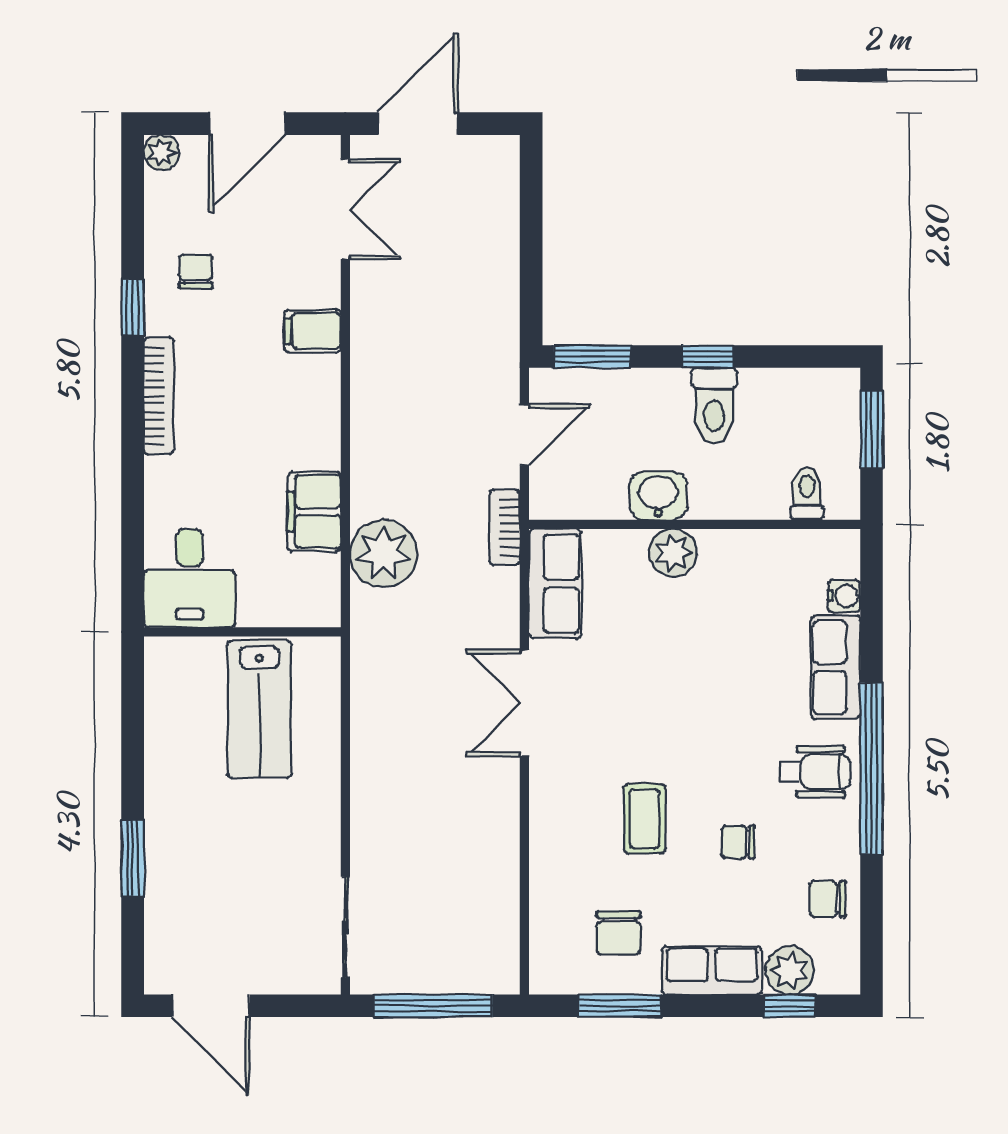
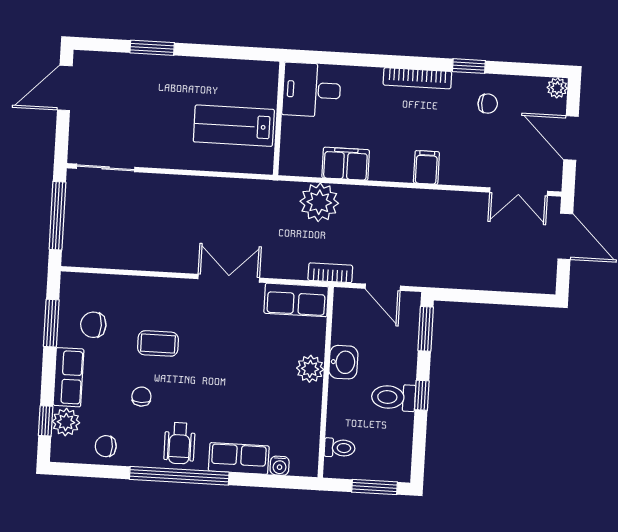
filing cabinet: (313, 331) -> (426, 167), moved
chair: (828, 899) -> (106, 446), turned -90

